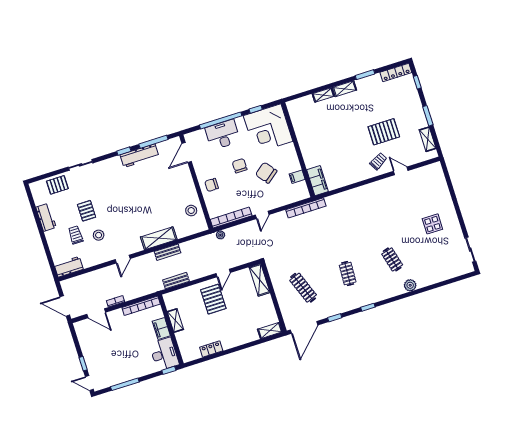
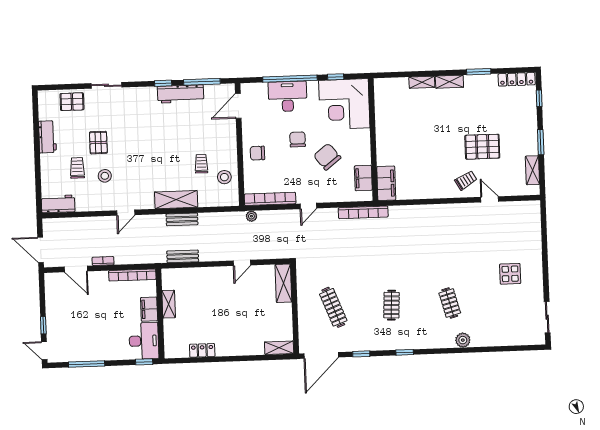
filing cabinet: (297, 177) -> (363, 178), width x2.00
trolley: (171, 205) -> (201, 164), added
pallet: (213, 299) -> (221, 291), removed

